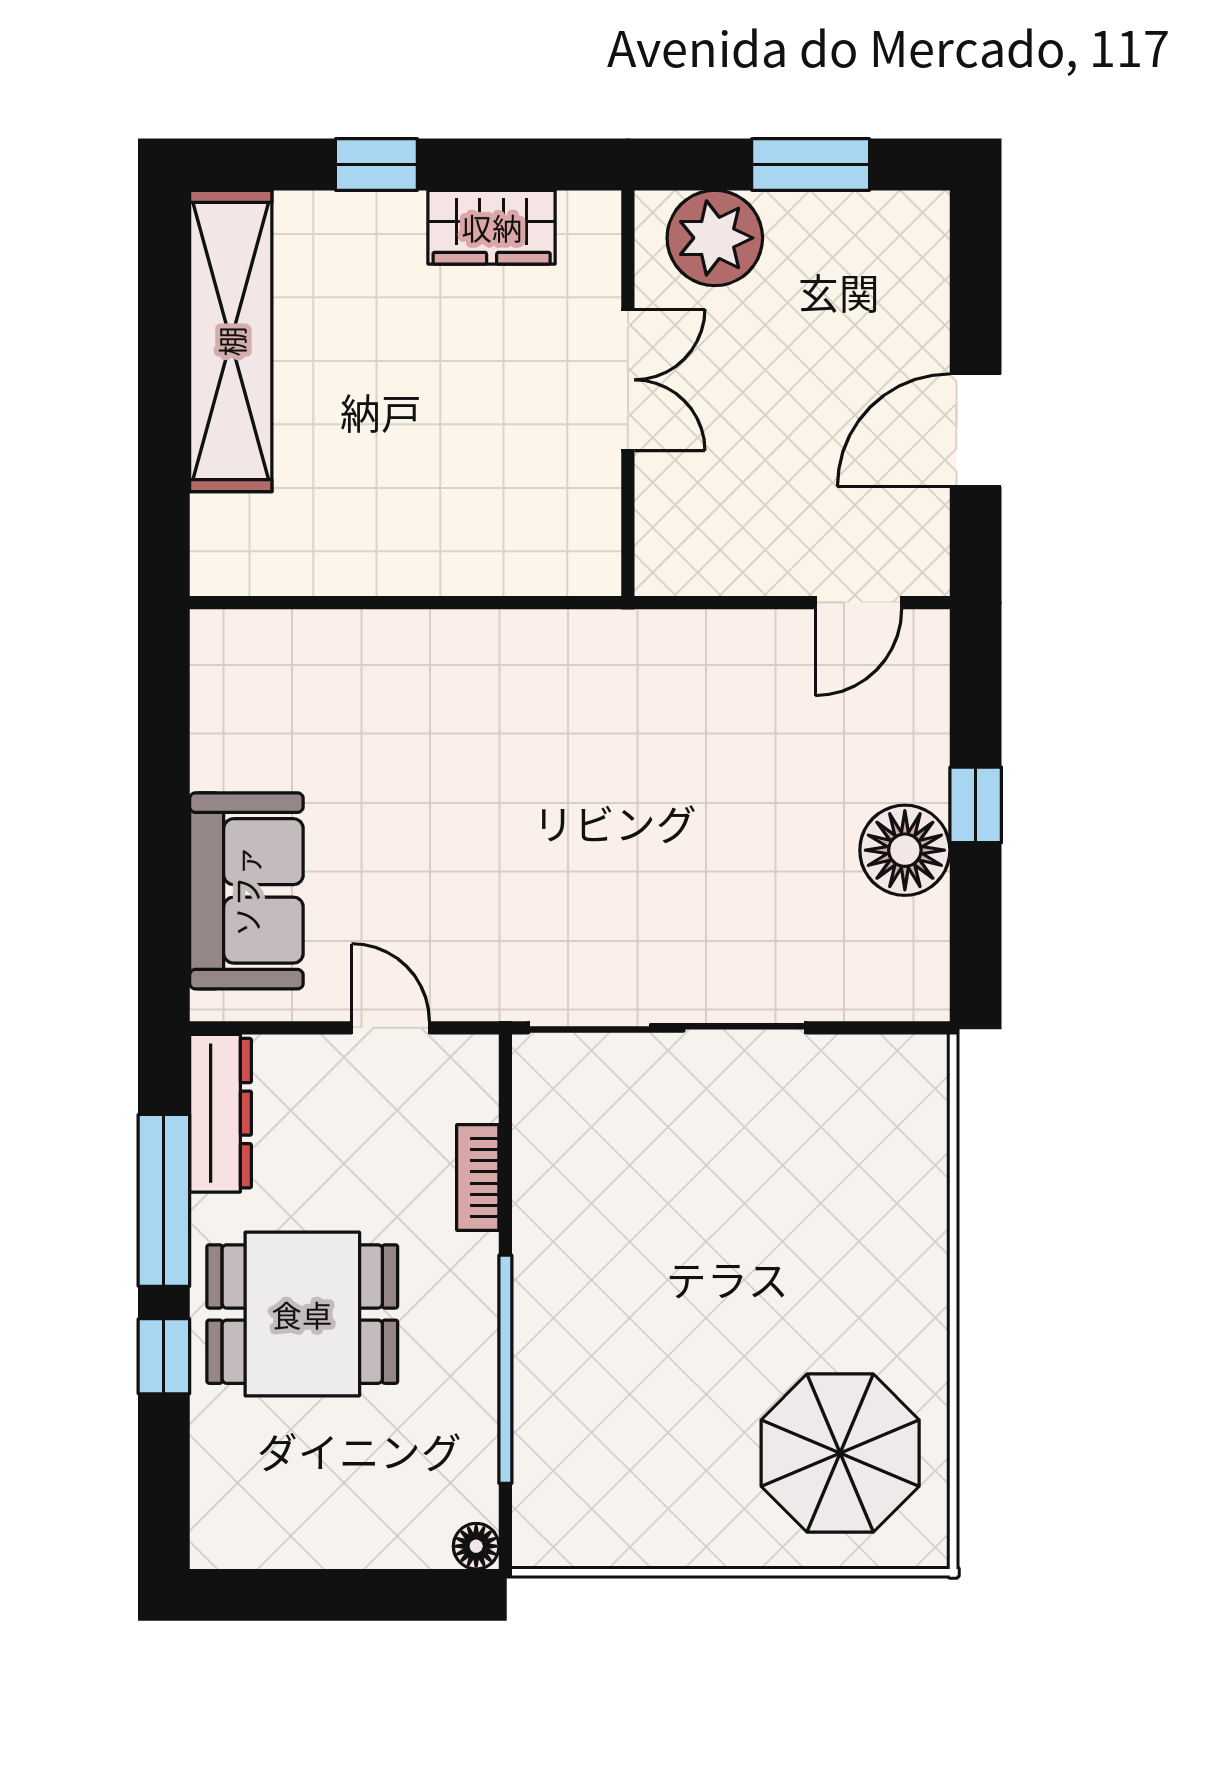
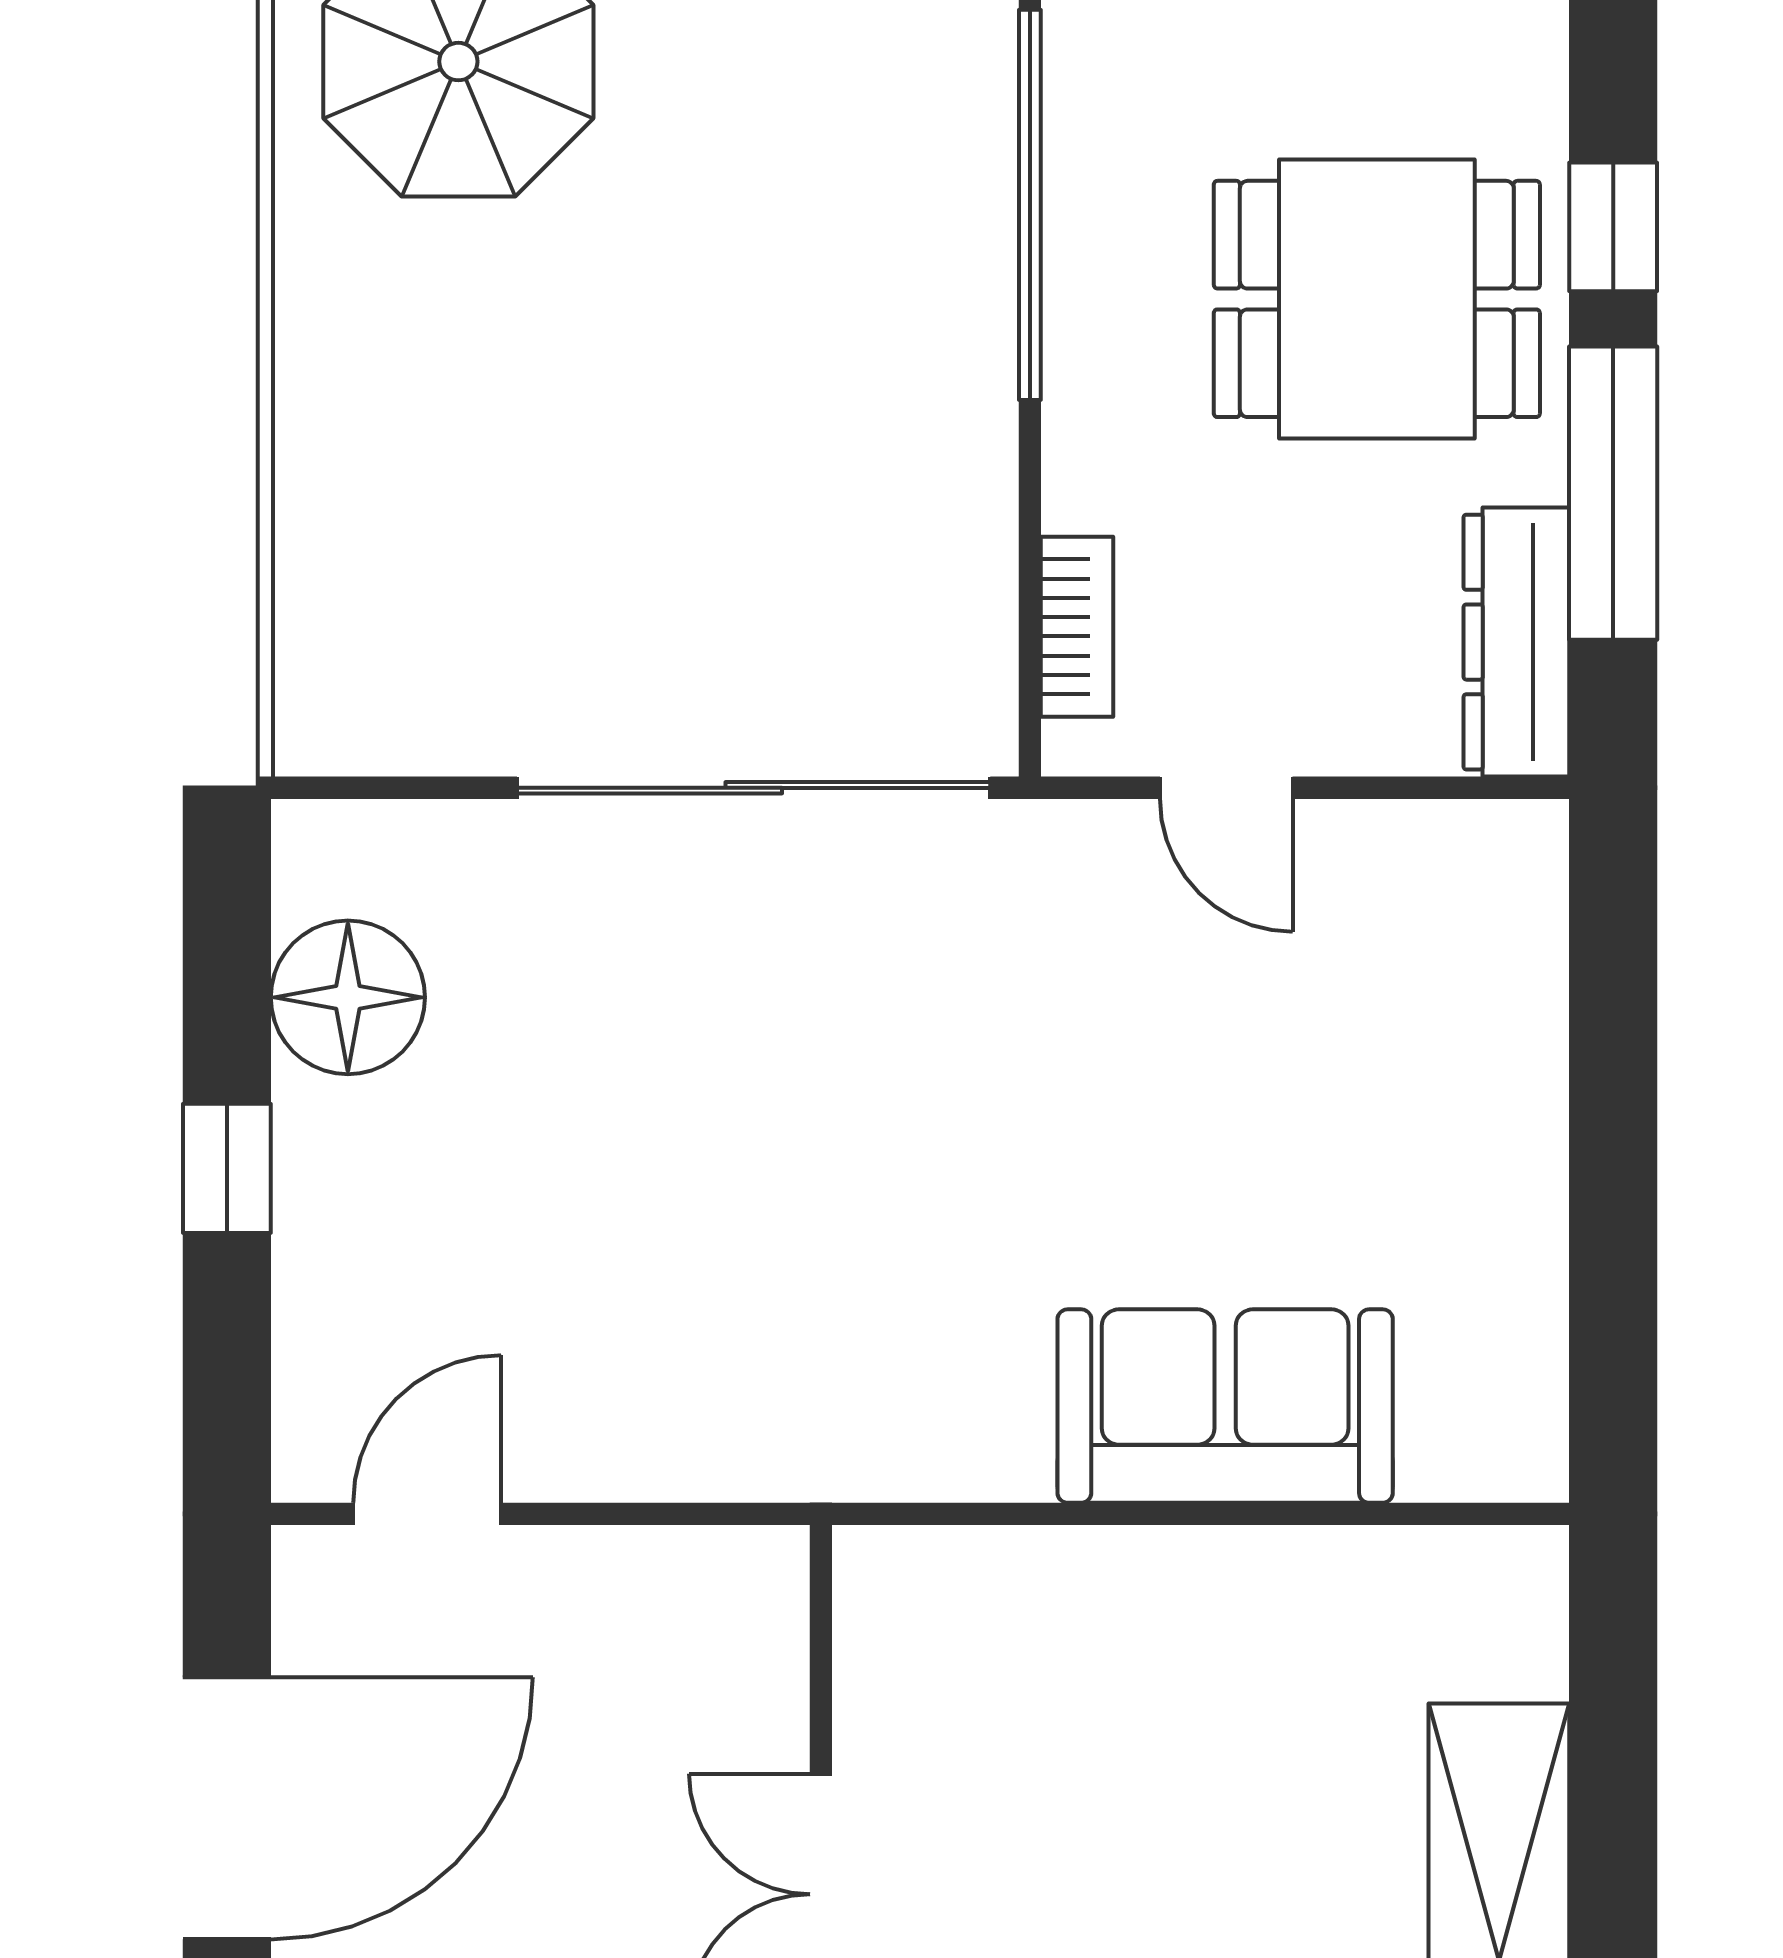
door: (976, 430) -> (227, 1808), width x1.36
floor lamp: (905, 850) -> (348, 997), moved
sofa: (246, 891) -> (1225, 1406), moved, turned 90
bookcase: (478, 1178) -> (1077, 627), moved

